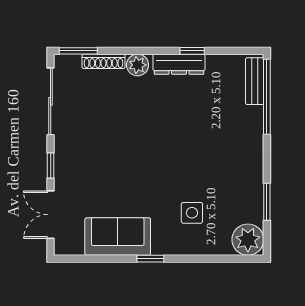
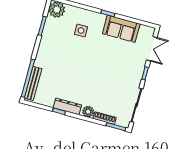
bench: (255, 81) -> (33, 83), width x1.36

